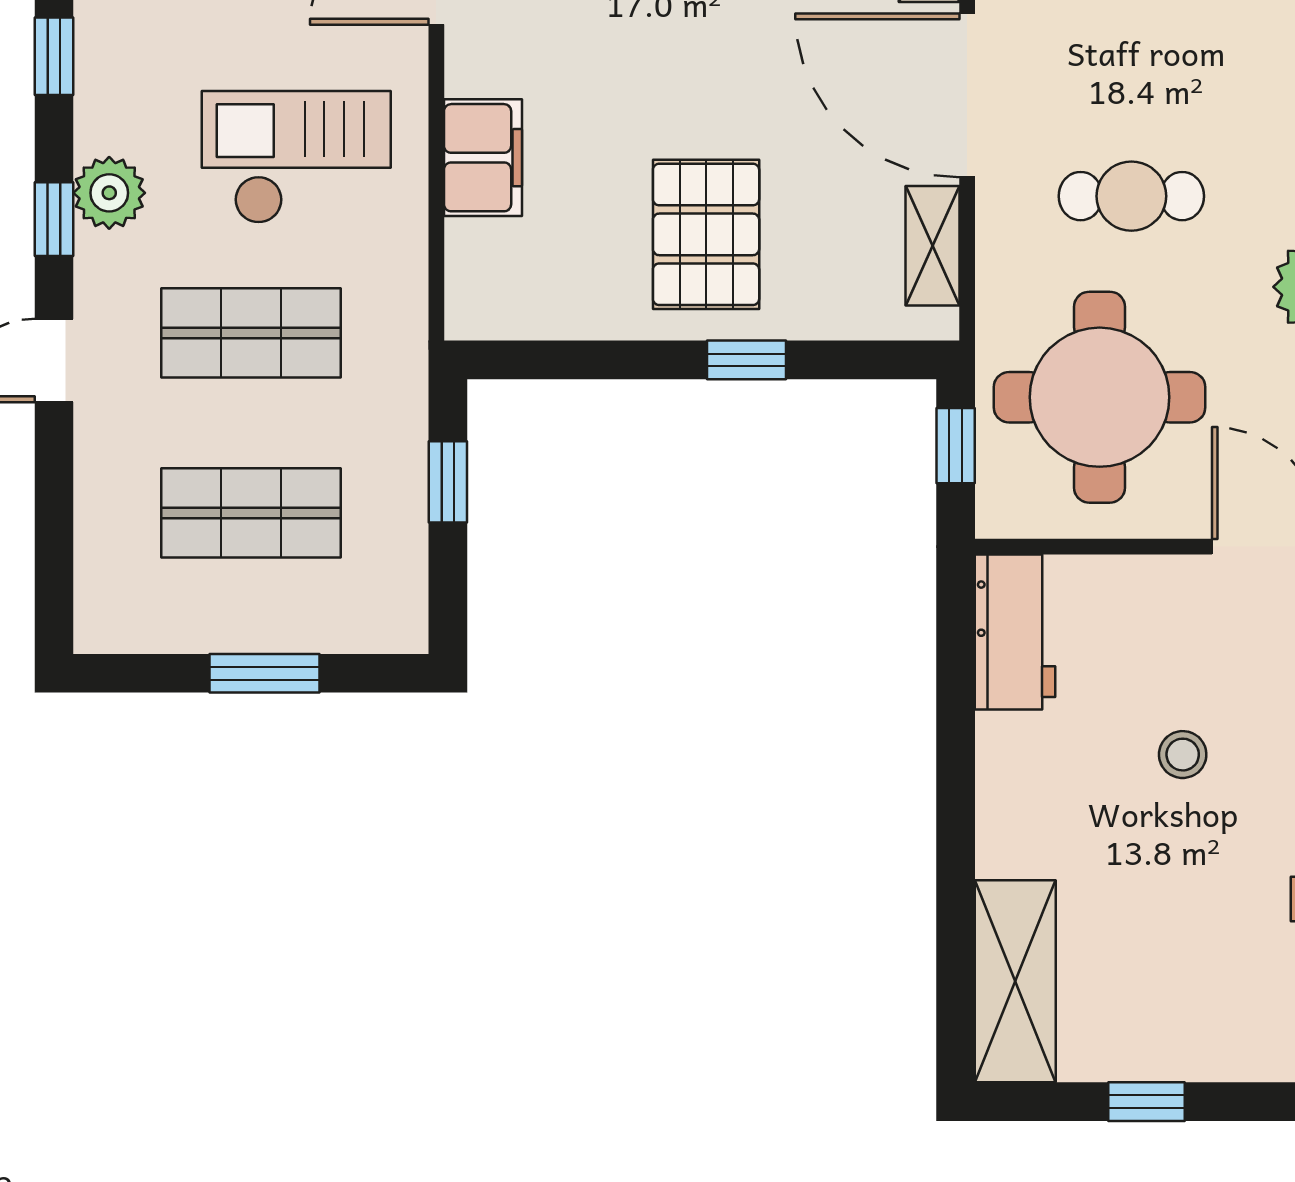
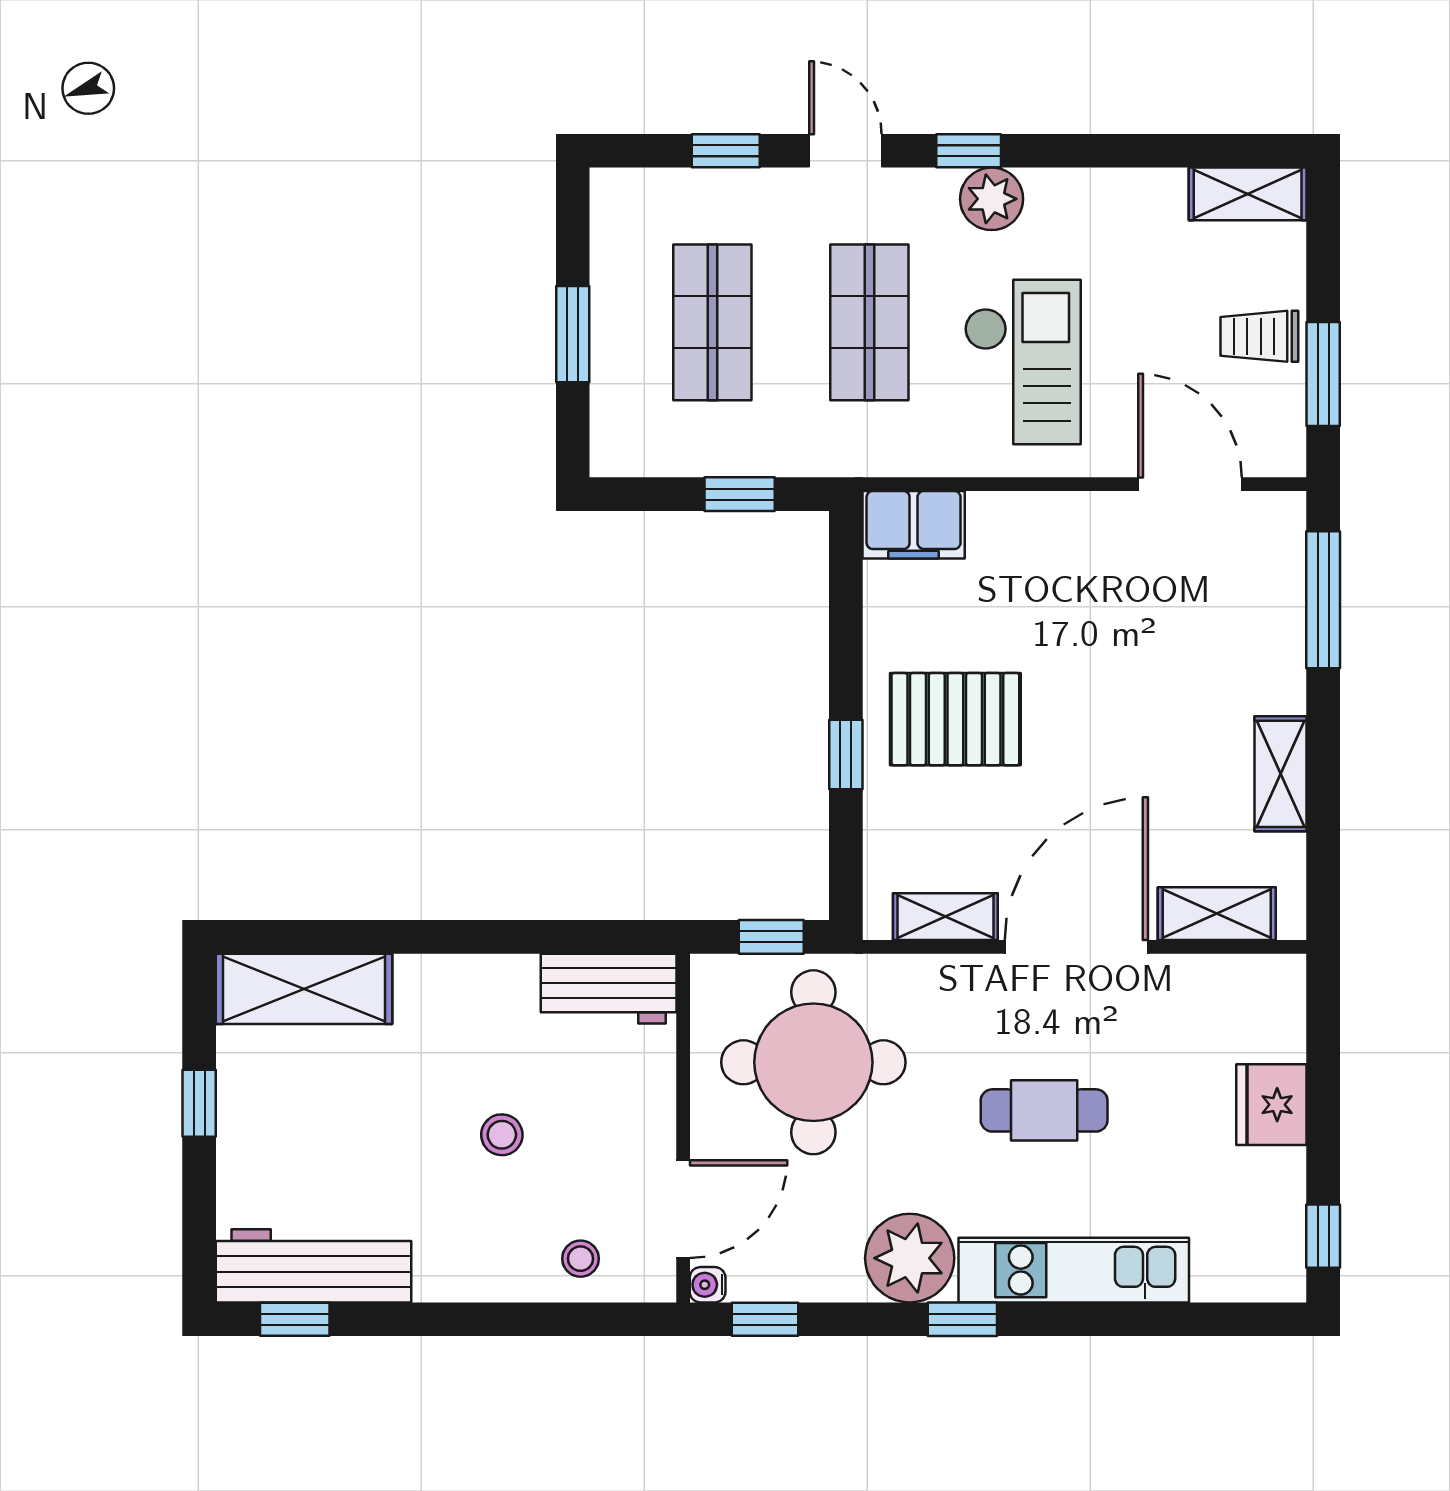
window: (54, 56) -> (726, 151), moved
filing cabinet: (483, 158) -> (914, 525), moved
cafe table: (1131, 196) -> (1044, 1110), moved, turned 90

